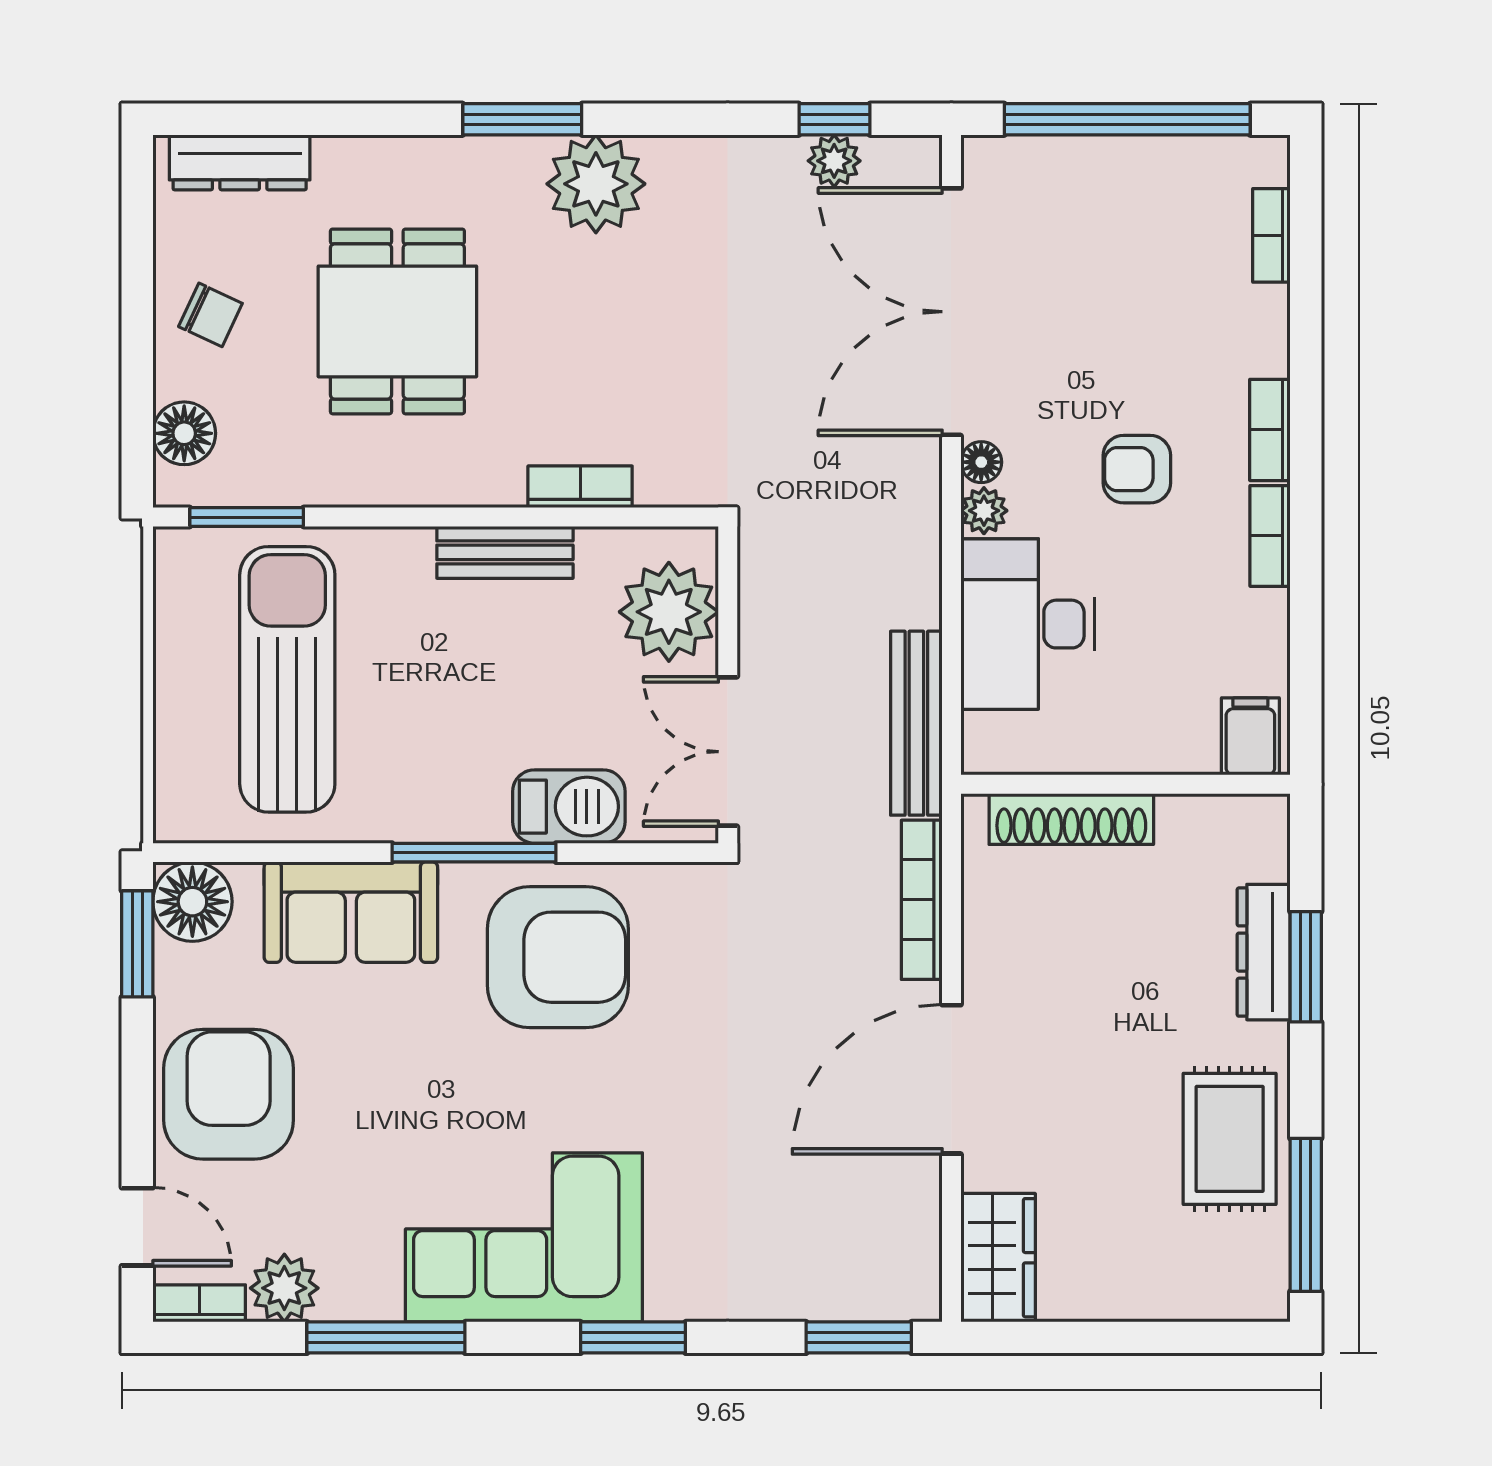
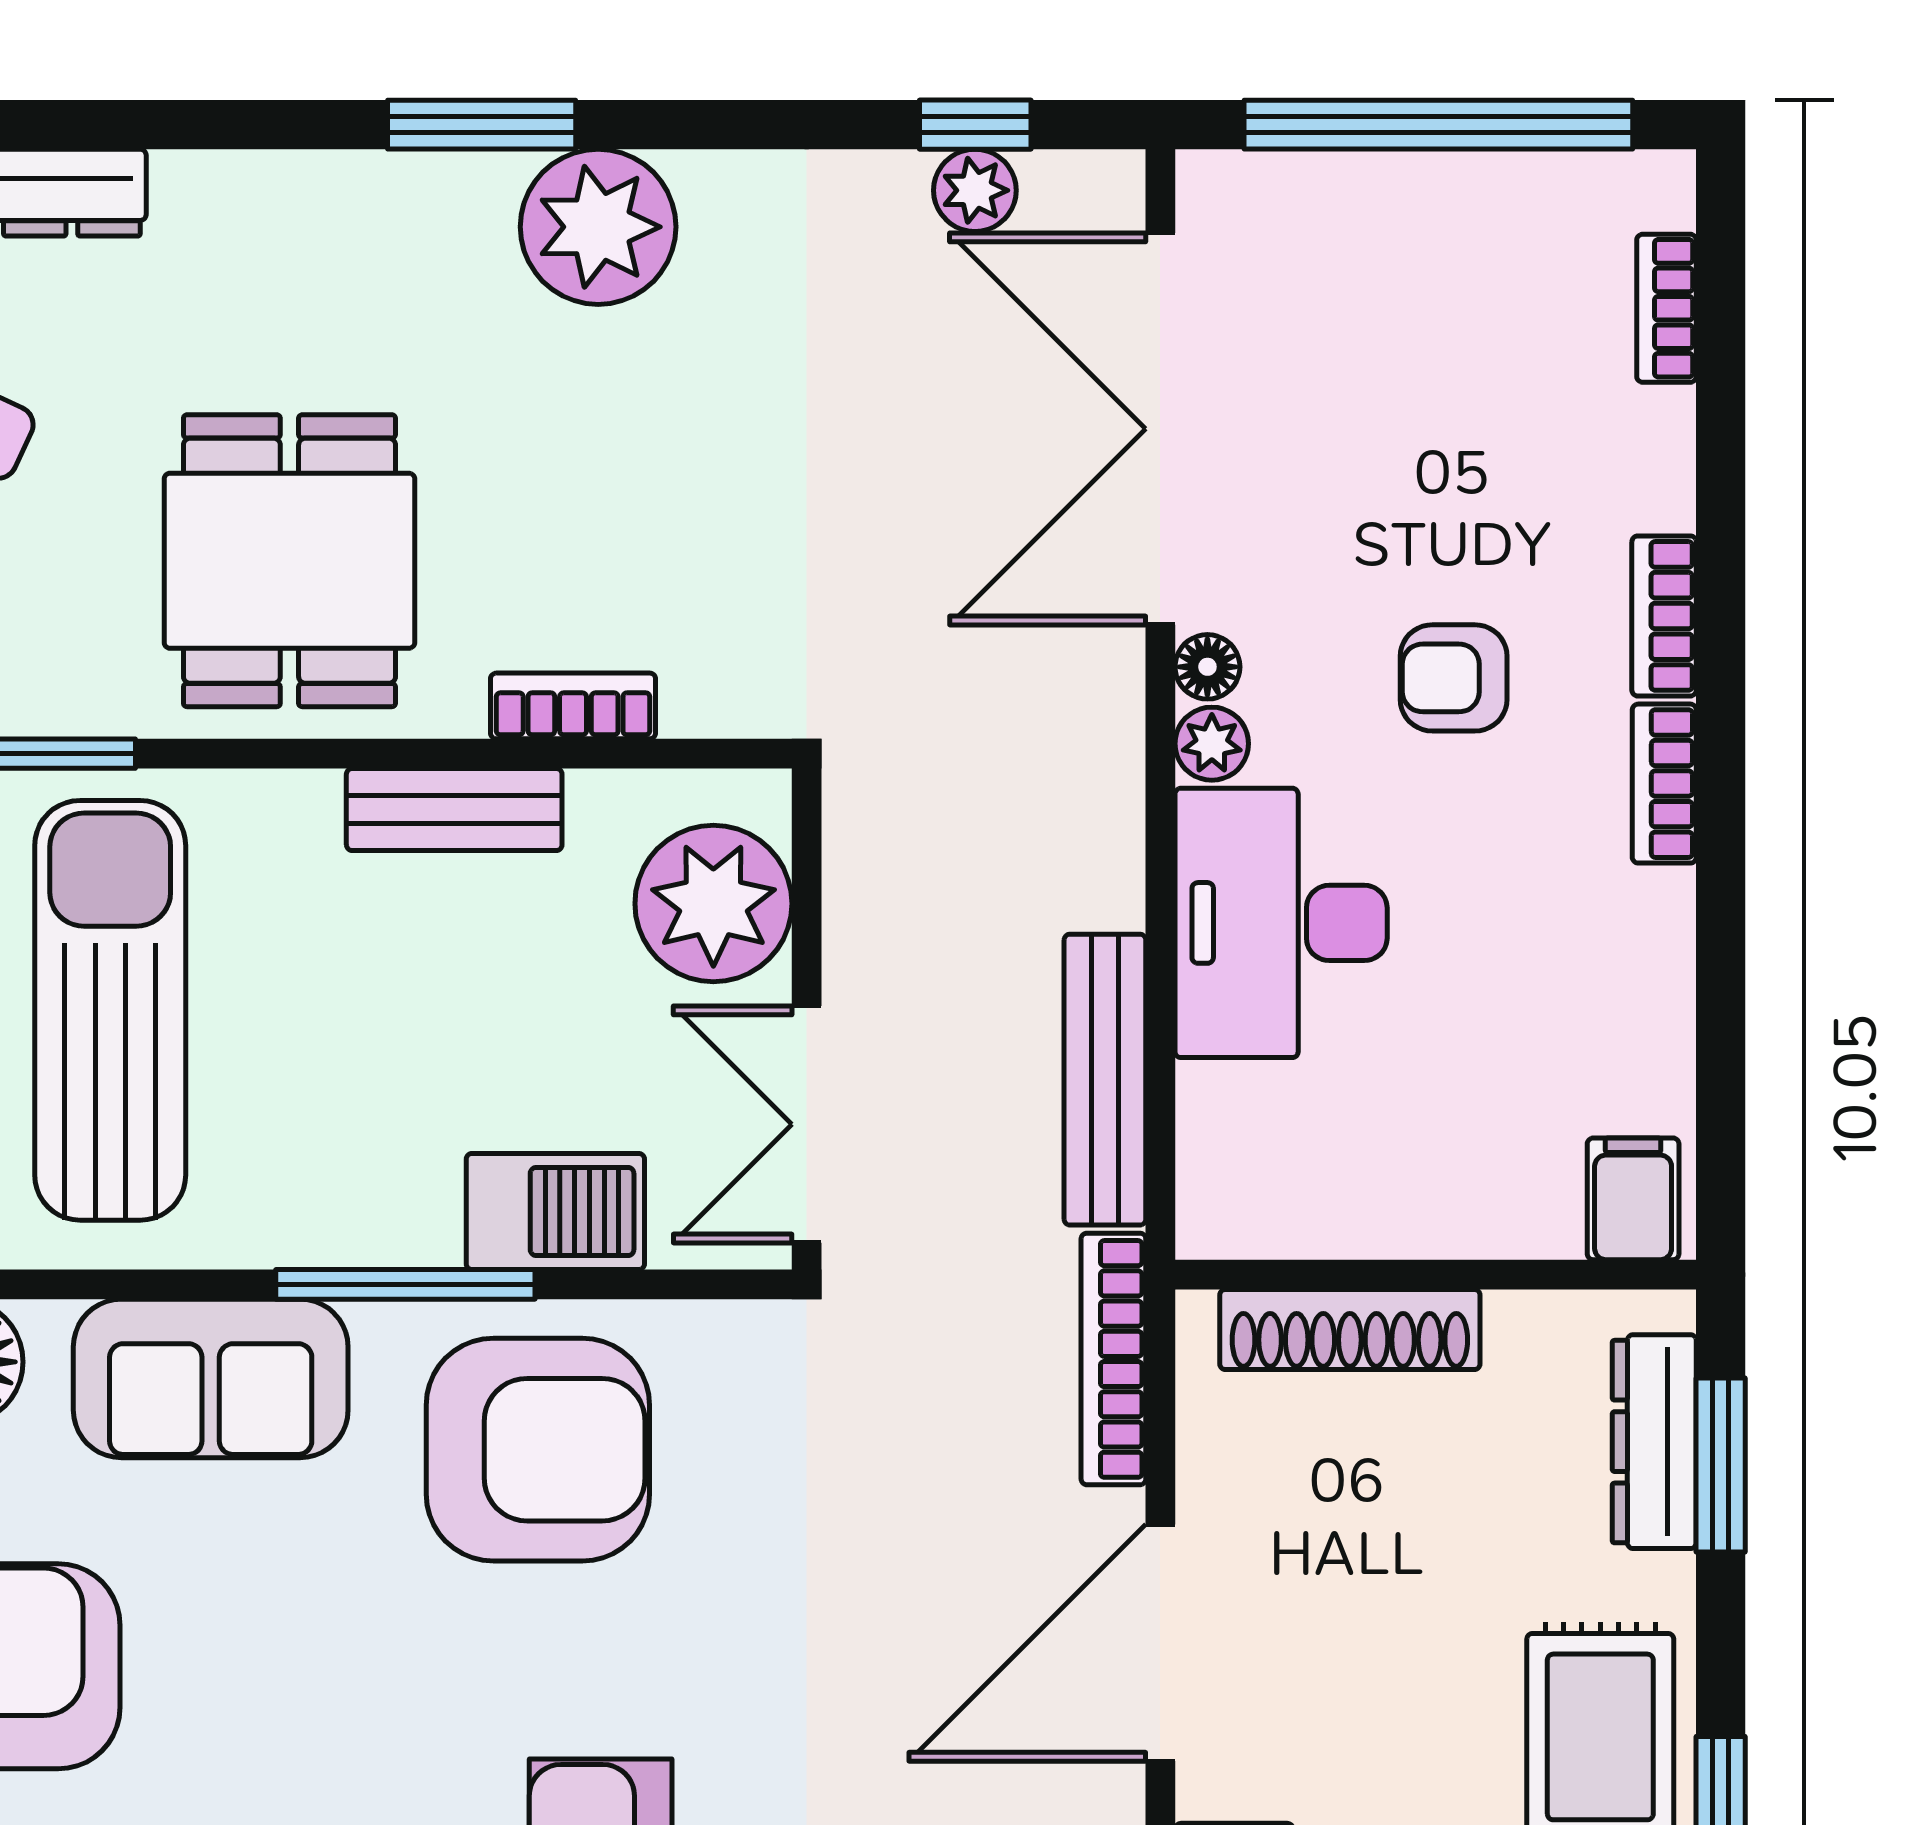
dining table: (397, 321) -> (289, 561), moved
filing cabinet: (1250, 736) -> (1633, 1199), moved
wall: (1126, 784) -> (1436, 1275), moved
shoe rack: (1071, 819) -> (1350, 1329), moved

